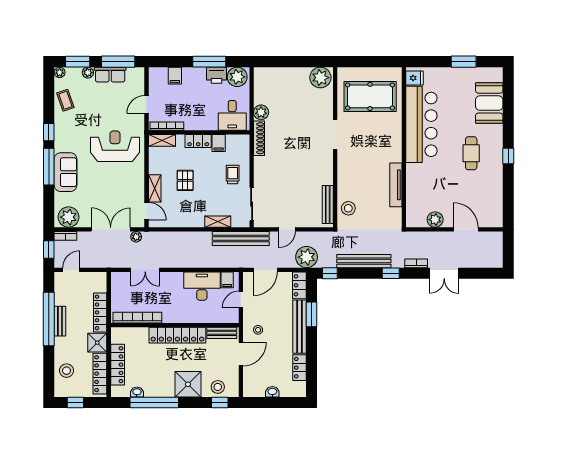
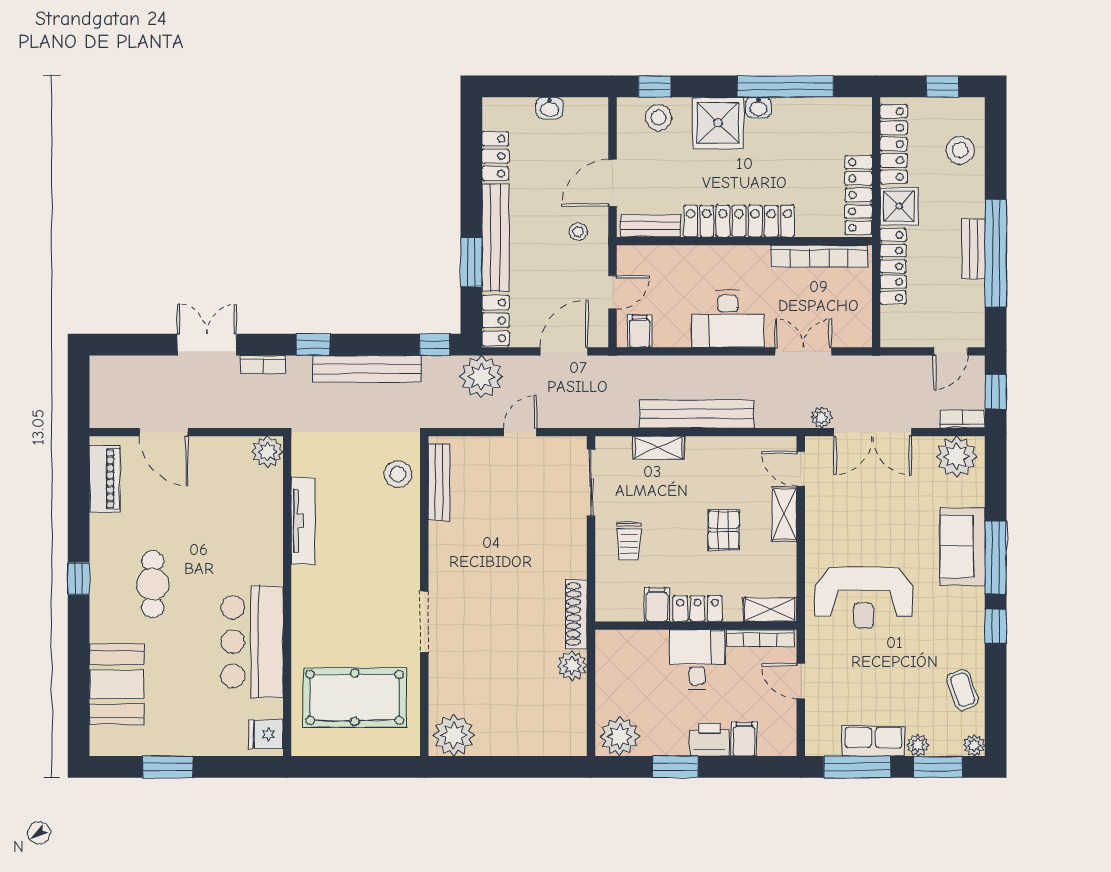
window: (209, 62) -> (676, 767), width x0.69
printer: (216, 75) -> (709, 740), moved
door: (146, 105) -> (801, 681), swing flipped
desk: (232, 115) -> (697, 660), moved
bar counter: (421, 124) -> (252, 642), width x0.73
piano: (495, 206) -> (105, 479), added
plant: (435, 220) -> (267, 452), moved
bench: (241, 238) -> (697, 414), moved
desk: (202, 286) -> (728, 319), moved
locker: (118, 365) -> (859, 195), moved
washbasin: (137, 392) -> (758, 107), moved

